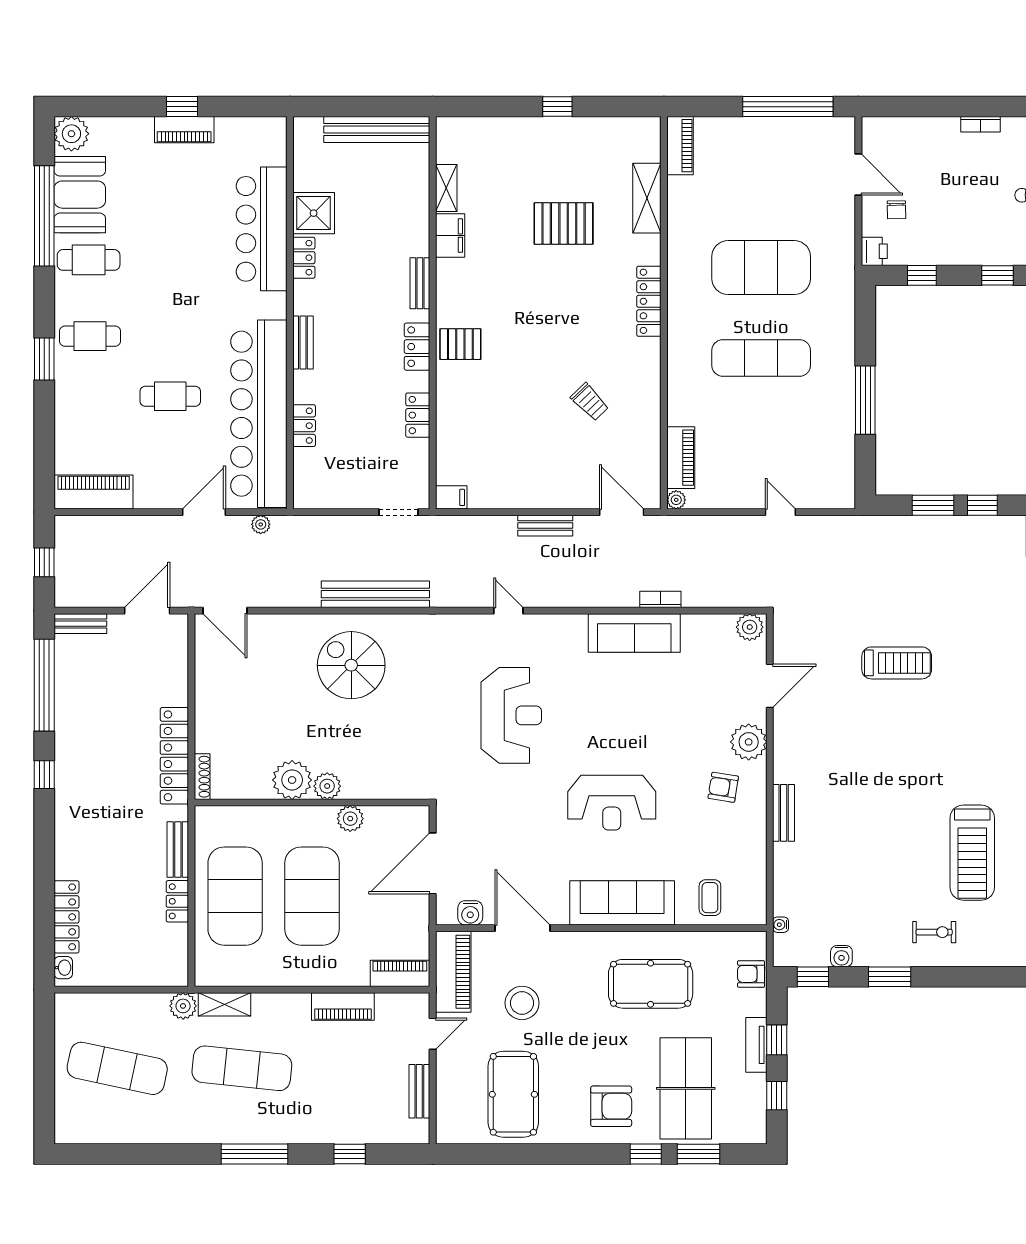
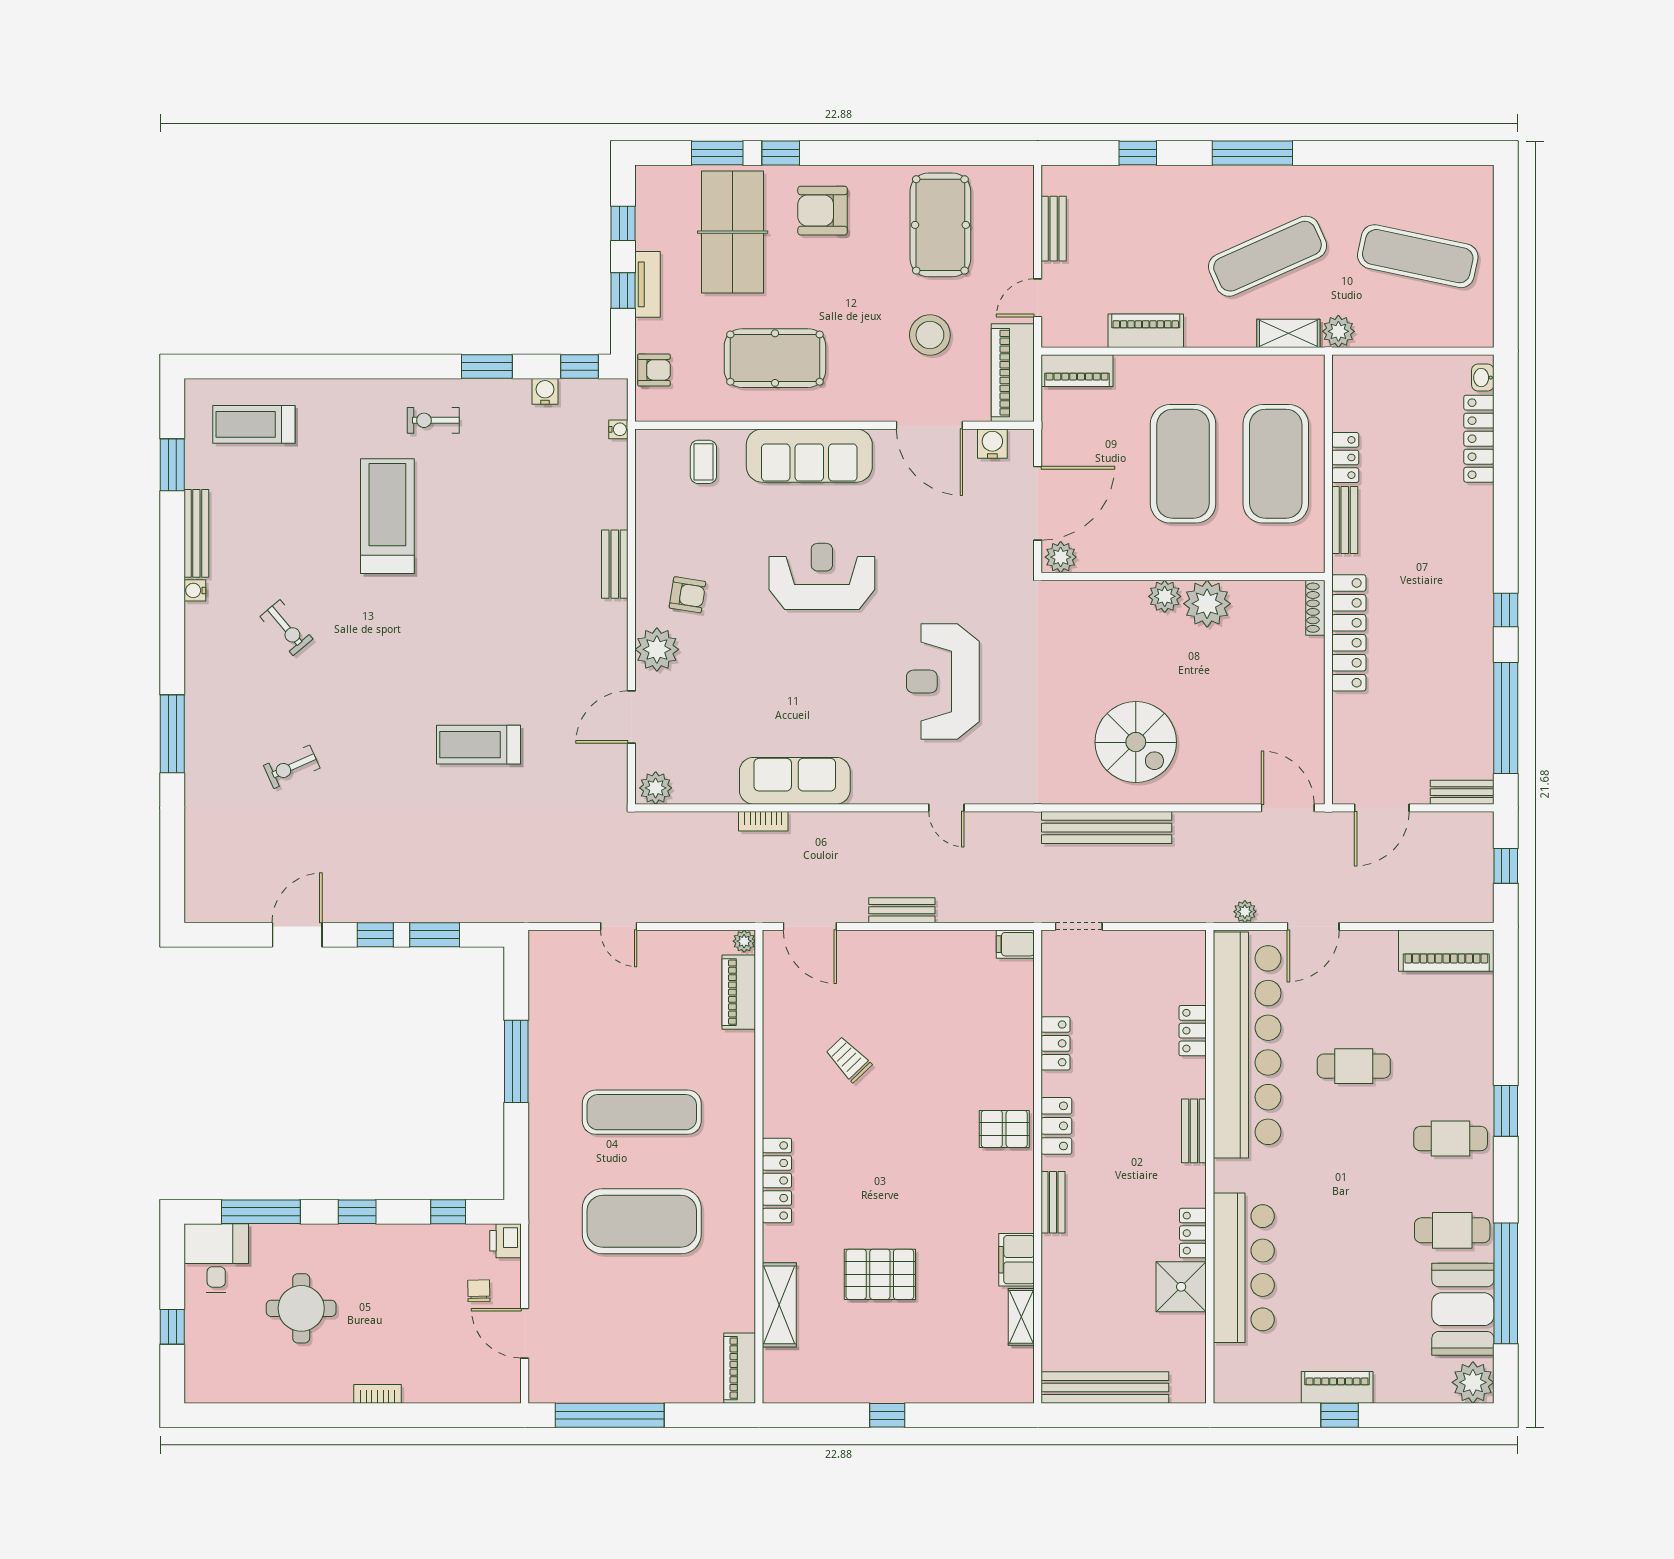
plant: (350, 819) -> (1061, 557), moved
exercise mat: (242, 1068) -> (1268, 256), turned -30

